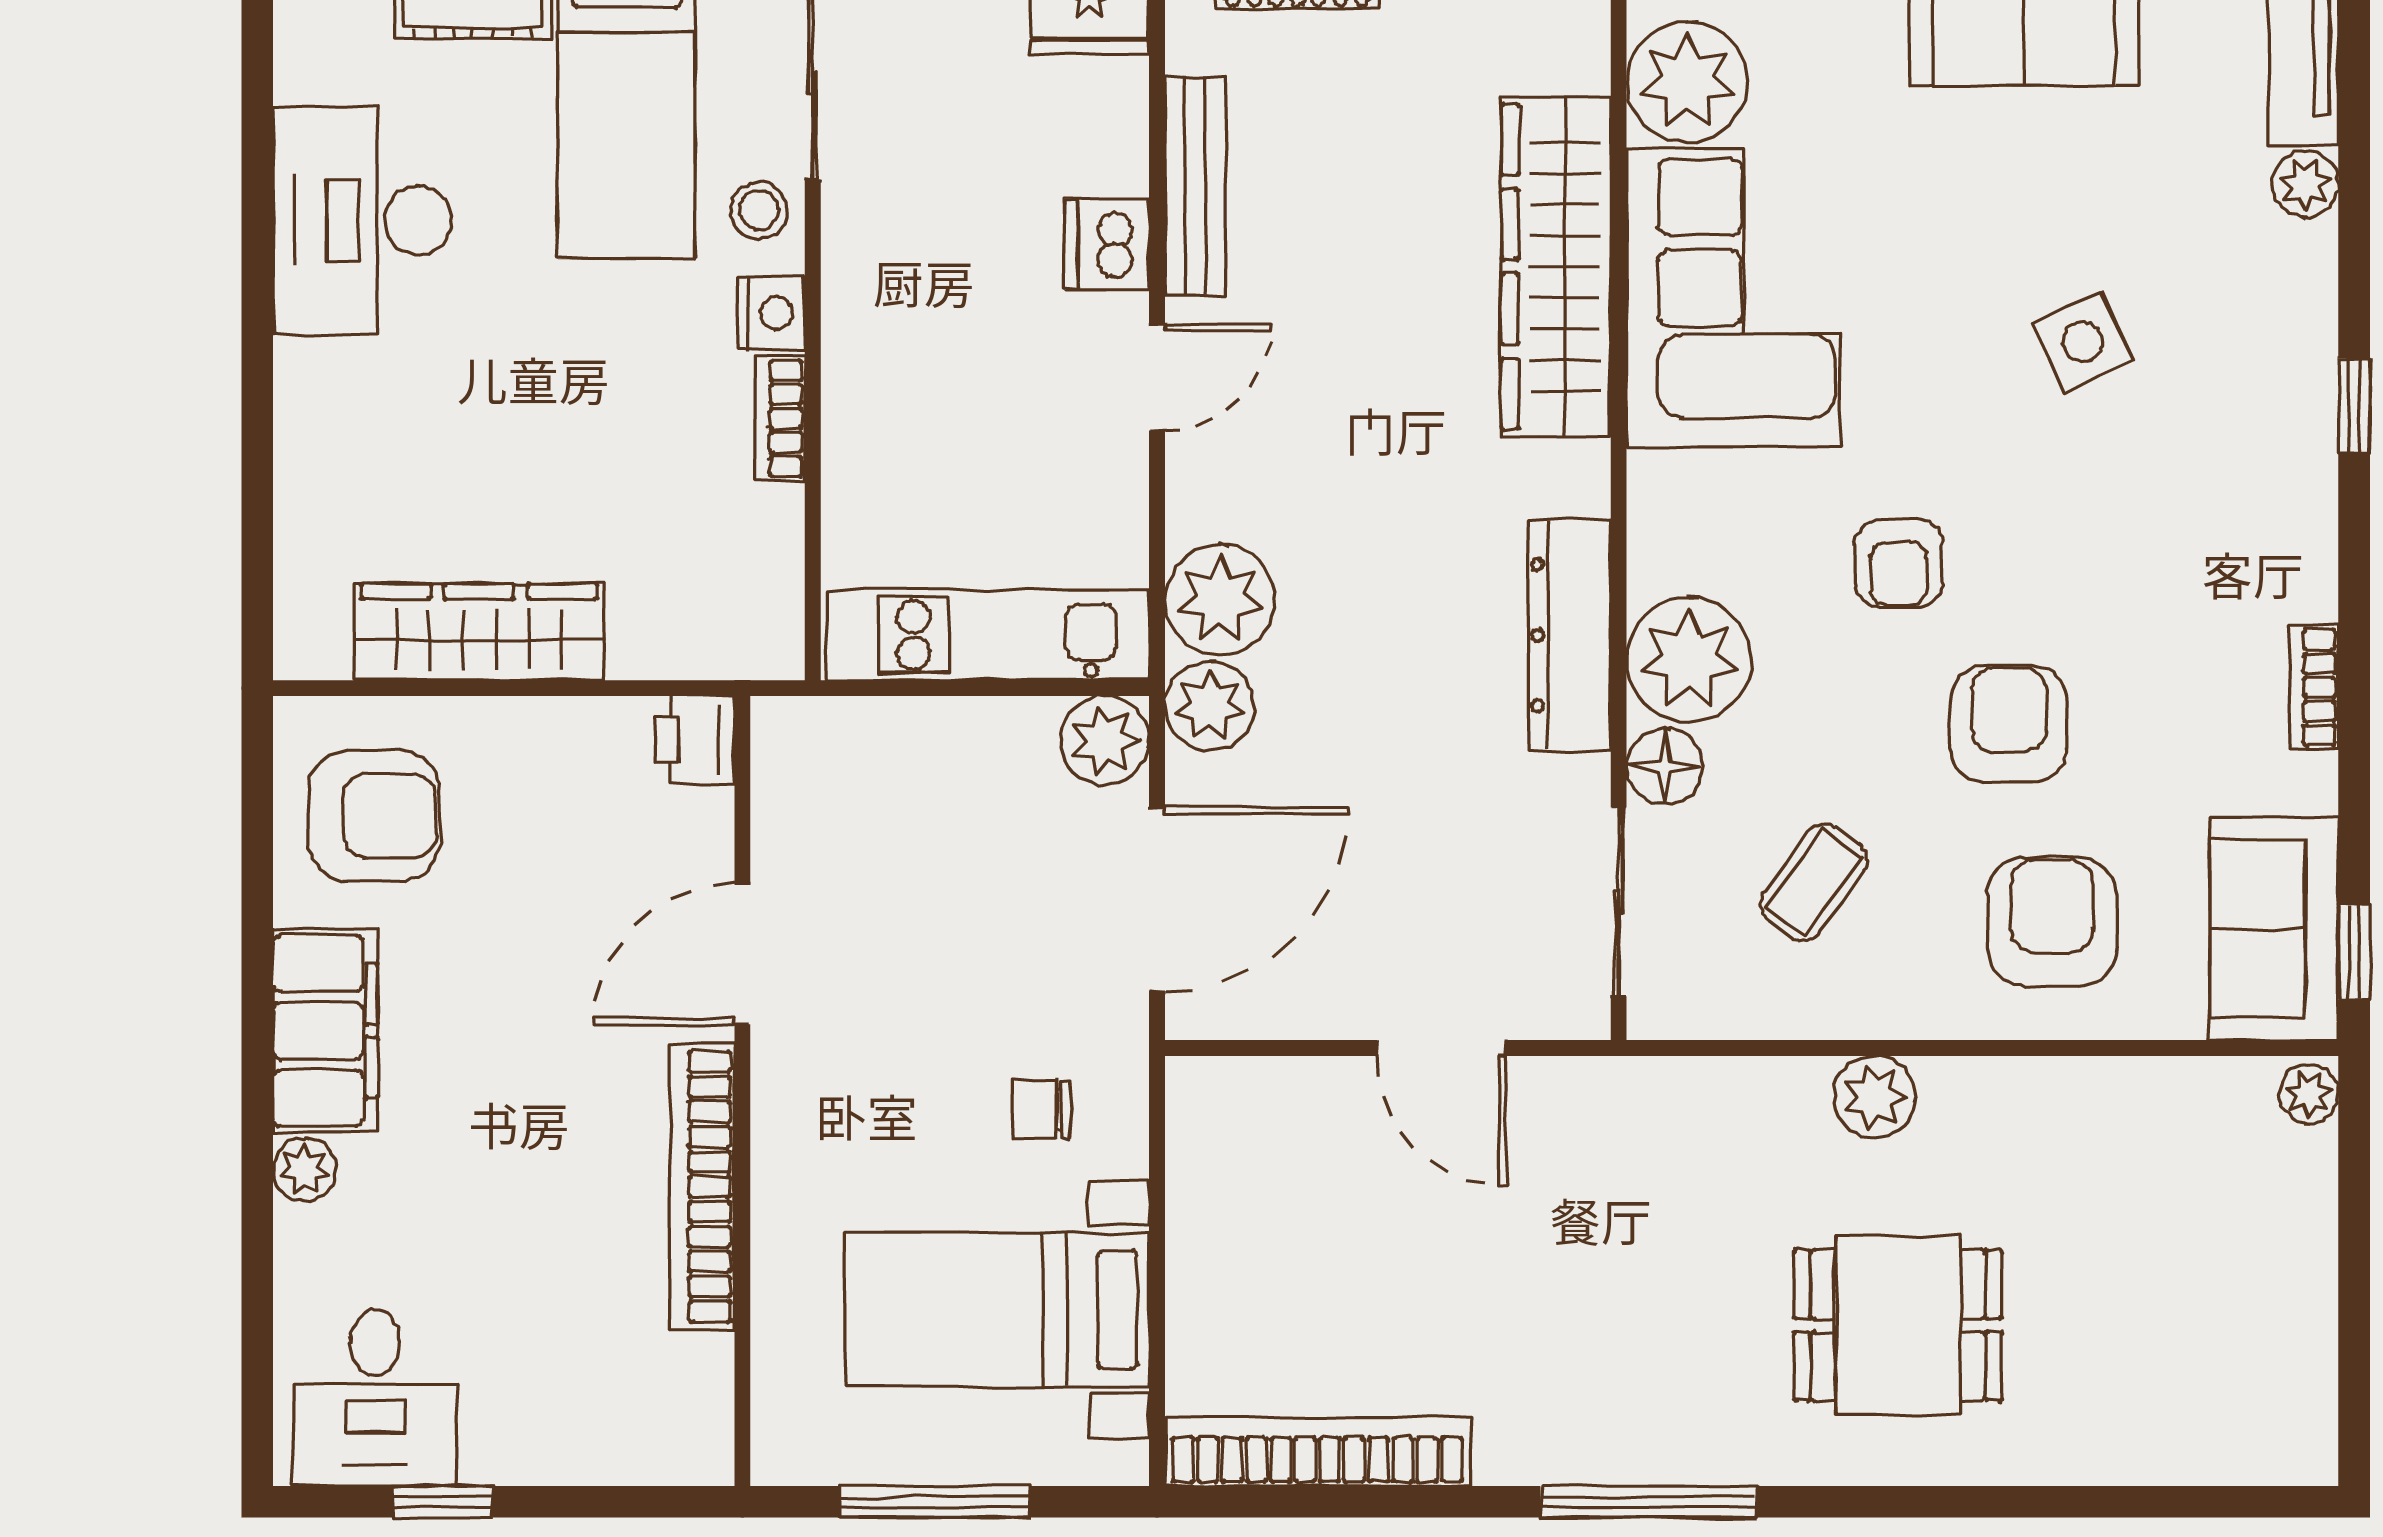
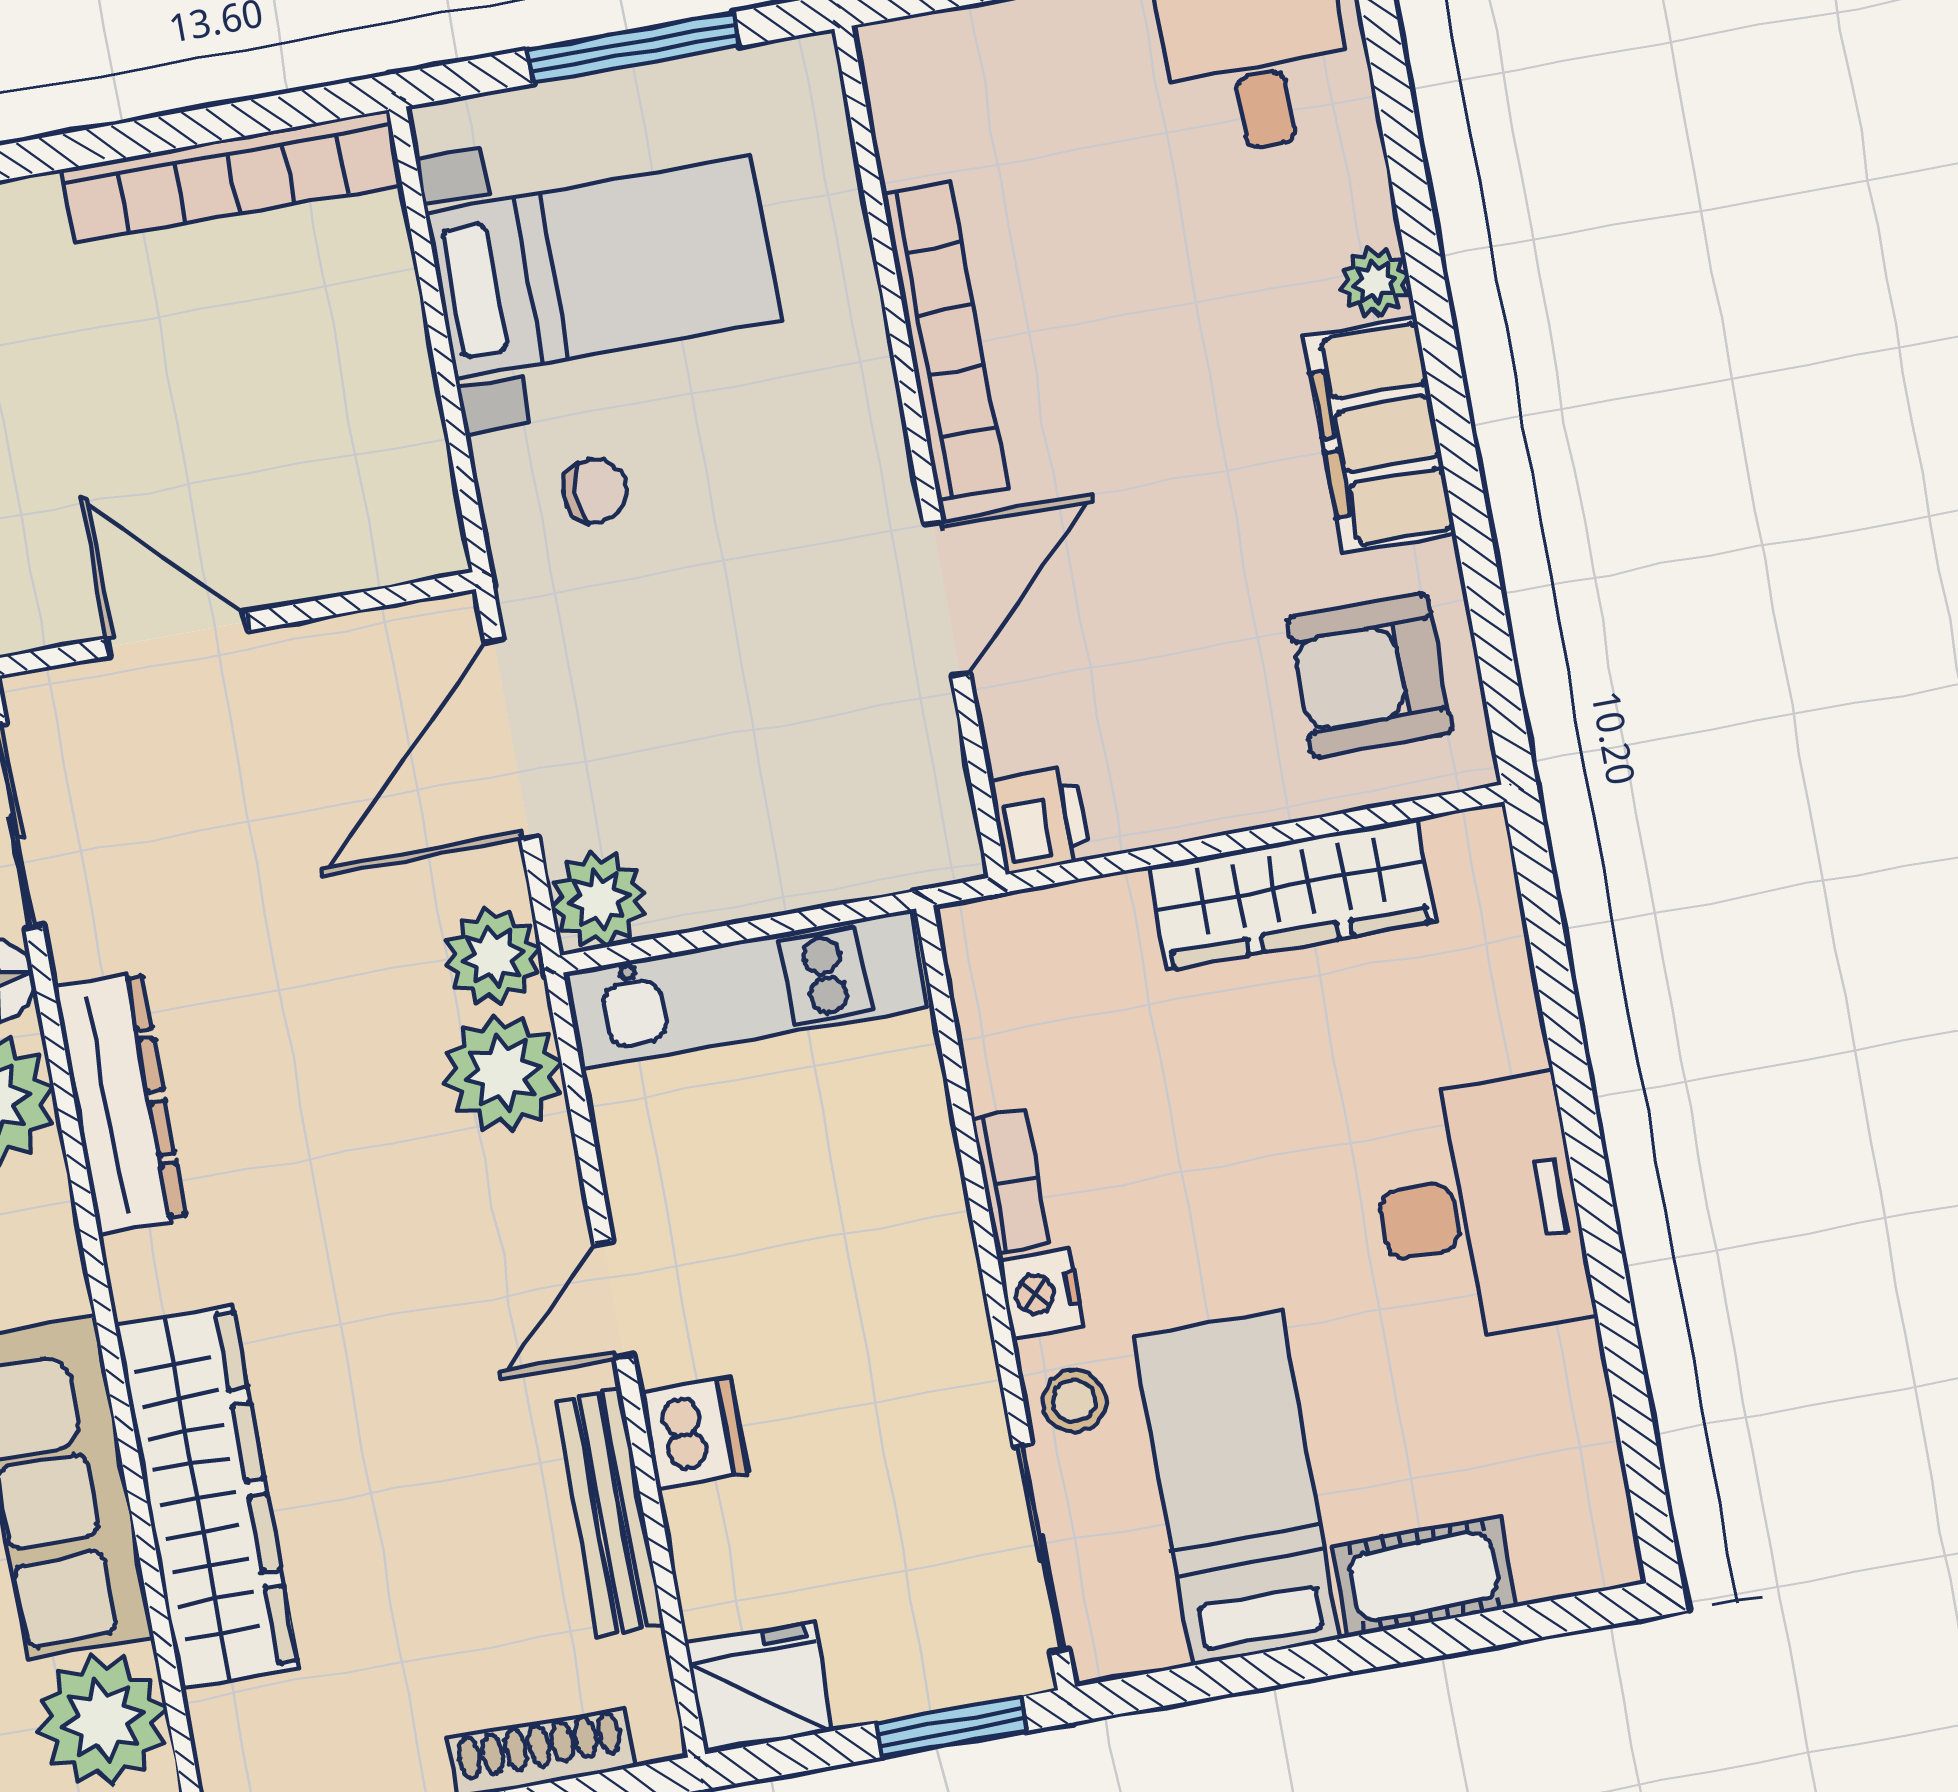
desk: (363, 220) -> (1479, 1210), moved

